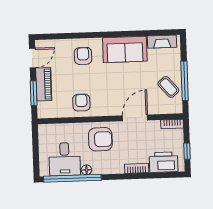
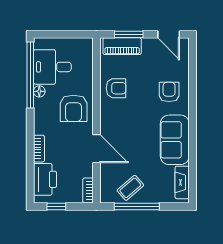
armchair: (83, 56) -> (169, 92), turned -90
piano: (44, 84) -> (122, 46), moved

